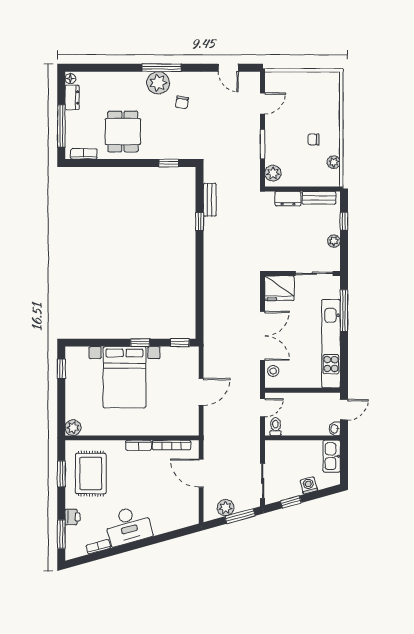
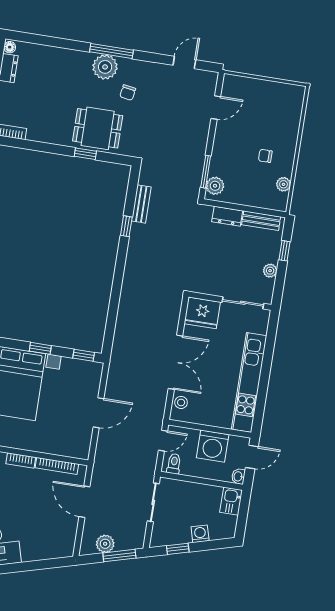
door: (228, 68) -> (184, 63), swing flipped
dining table: (123, 132) -> (98, 128), moved, turned 90
window: (263, 144) -> (206, 172), moved
window: (169, 163) -> (85, 154), moved
window: (344, 311) -> (269, 349), removed
washing machine: (308, 405) -> (213, 446), added
kitchen sink: (332, 456) -> (231, 501), width x0.73
sliding door: (263, 481) -> (153, 502), moved

